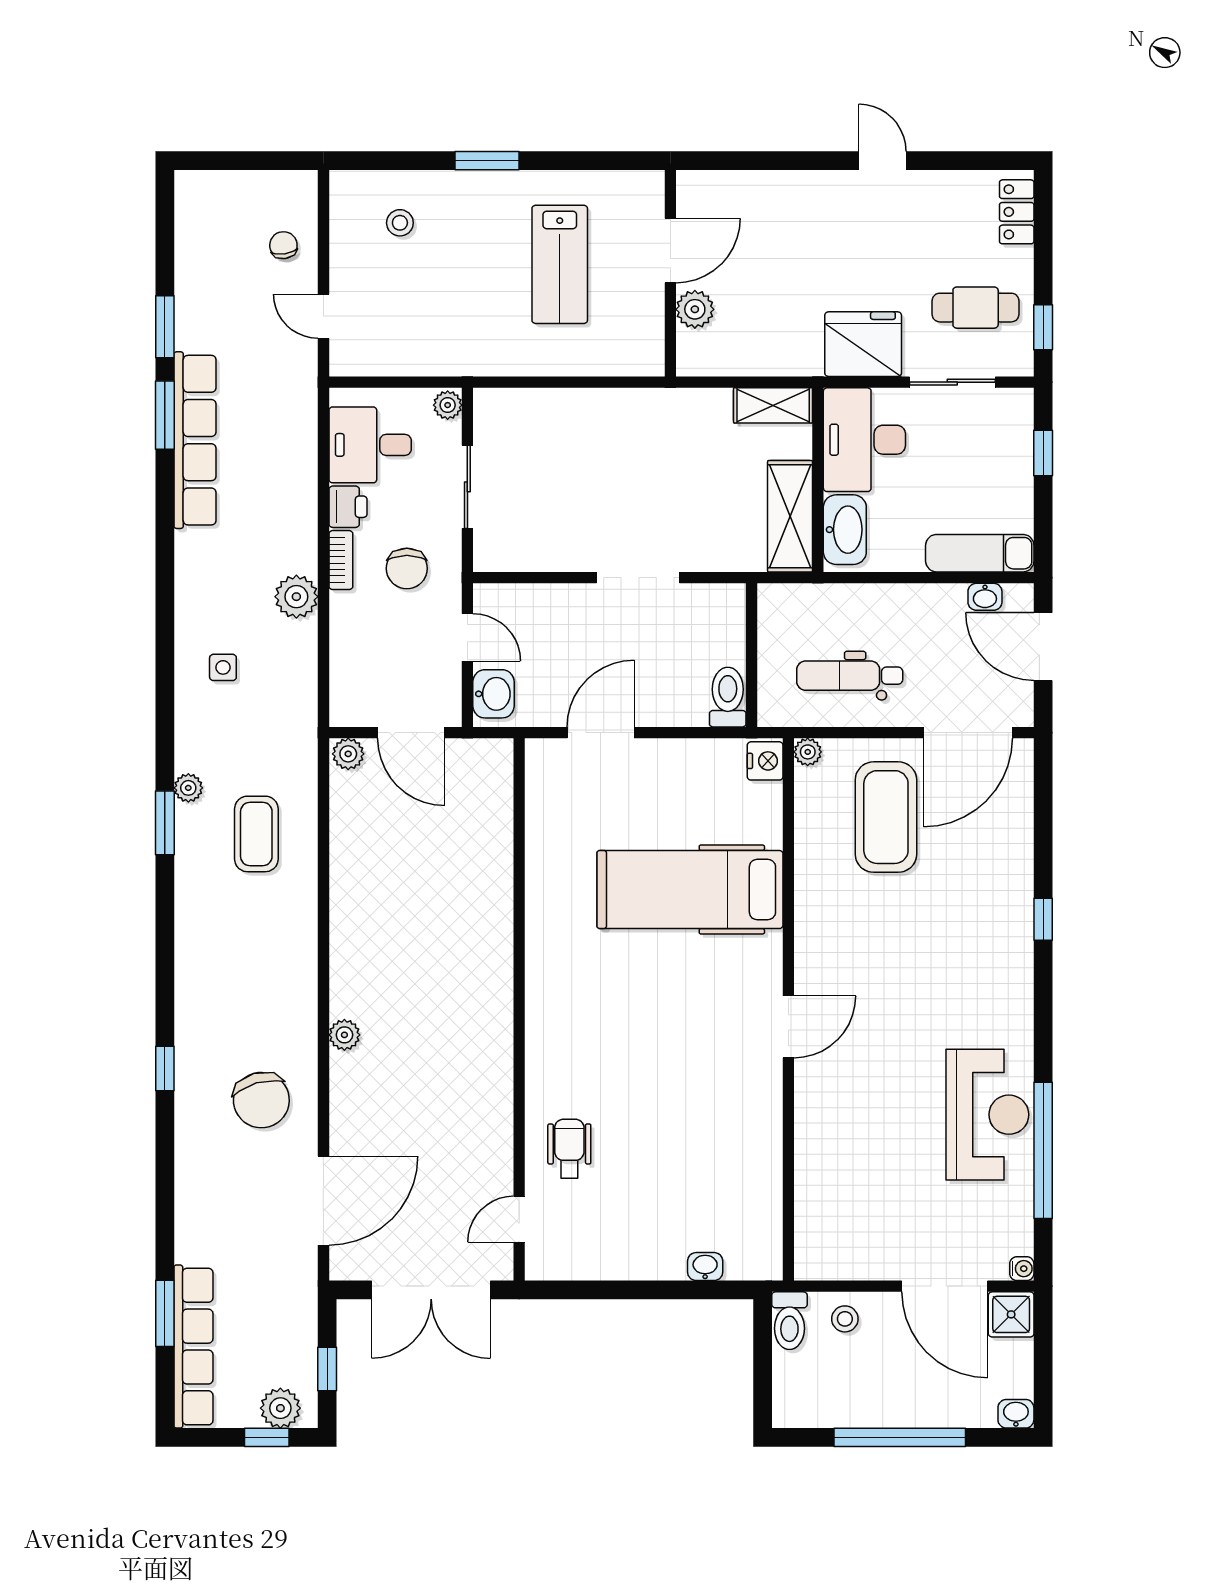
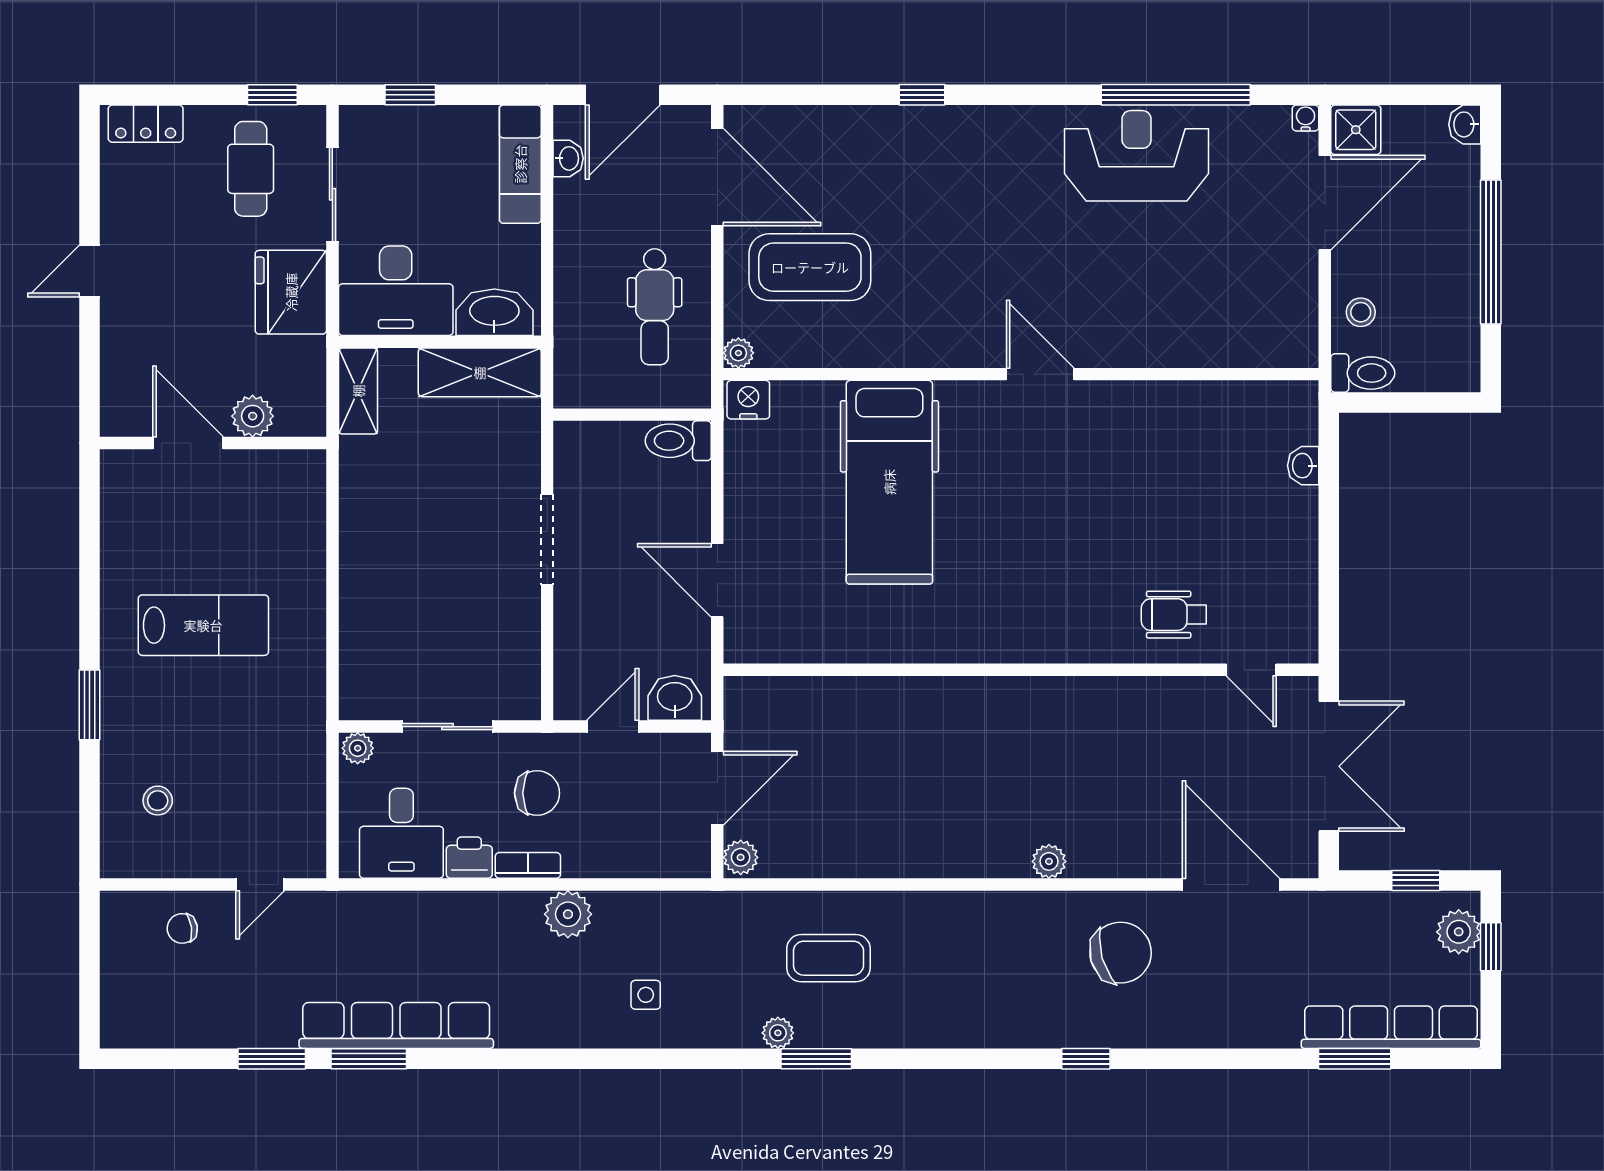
door: (670, 251) -> (188, 443), moved
wall: (670, 273) -> (213, 443), moved
plant: (695, 309) -> (253, 416), moved

